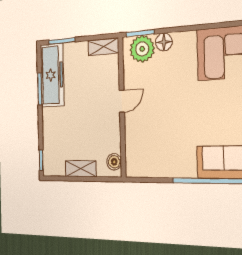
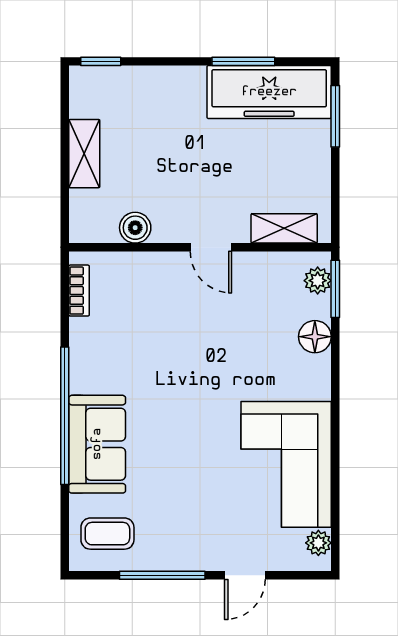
shelving: (103, 47) -> (284, 228), moved, turned 90
plant: (142, 49) -> (318, 281), width x0.53, depth x0.53
boiler: (114, 162) -> (135, 228), moved
bookcase: (144, 172) -> (79, 291), added

